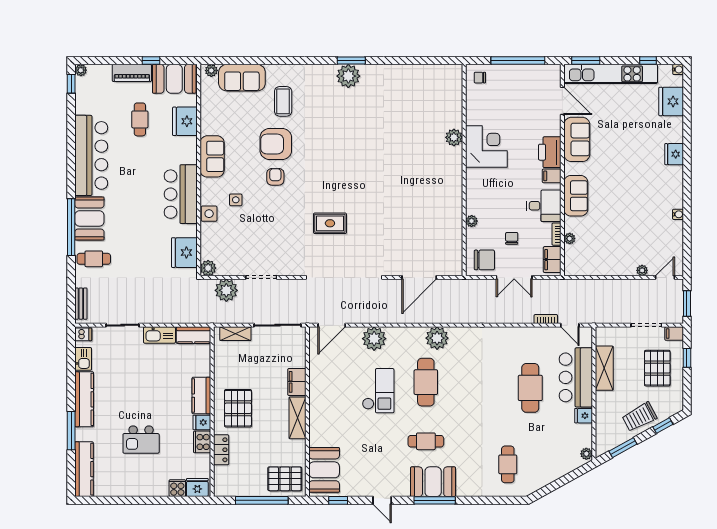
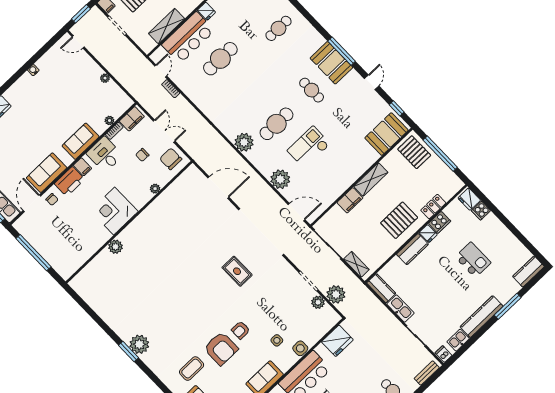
chair: (480, 78) -> (52, 199), moved
corner desk: (486, 147) -> (114, 211), moved
plant: (208, 268) -> (318, 302), moved
plant: (642, 270) -> (105, 78), moved
kitchen counter: (84, 469) -> (528, 271), width x0.67

